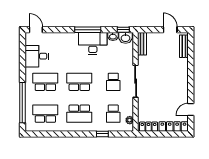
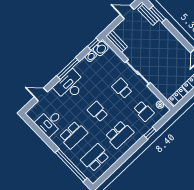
door: (36, 30) -> (41, 94), moved
desk: (93, 43) -> (70, 86), moved
window: (191, 52) -> (157, 14), added
school desk: (45, 82) -> (73, 135), turned 180
school desk: (79, 82) -> (98, 112), width x0.54
school desk: (113, 82) -> (122, 88), turned 180

